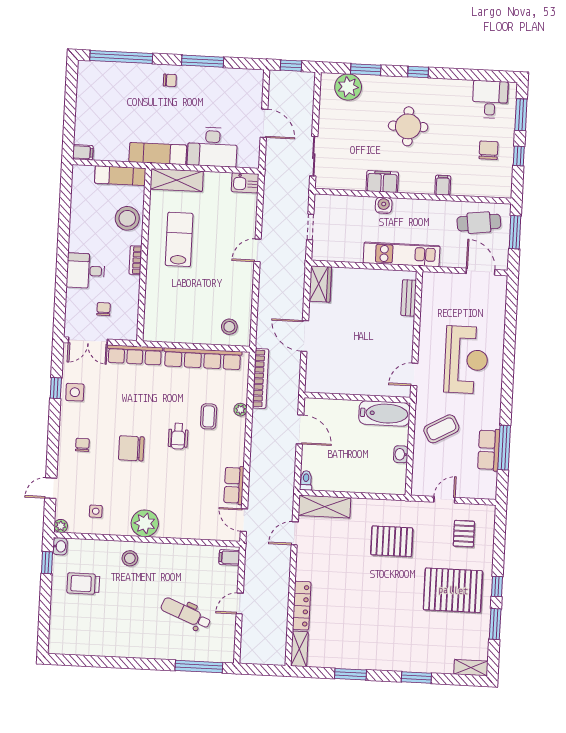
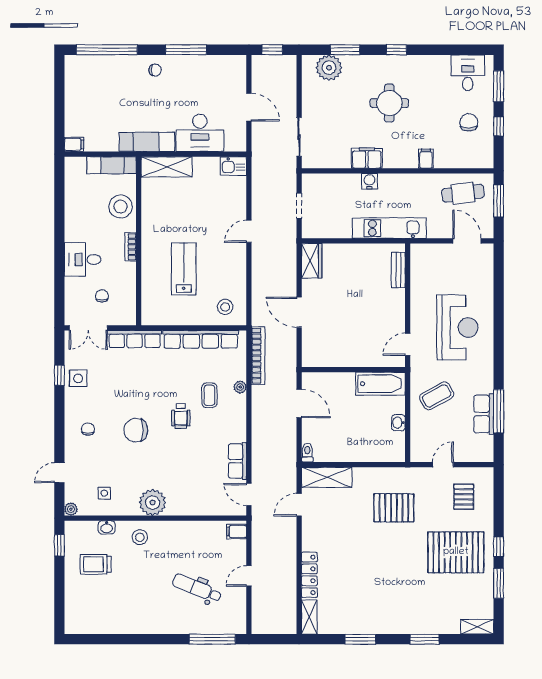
lab bench: (179, 239) -> (184, 269), moved
washbasin: (60, 546) -> (107, 527), moved, turned 90

